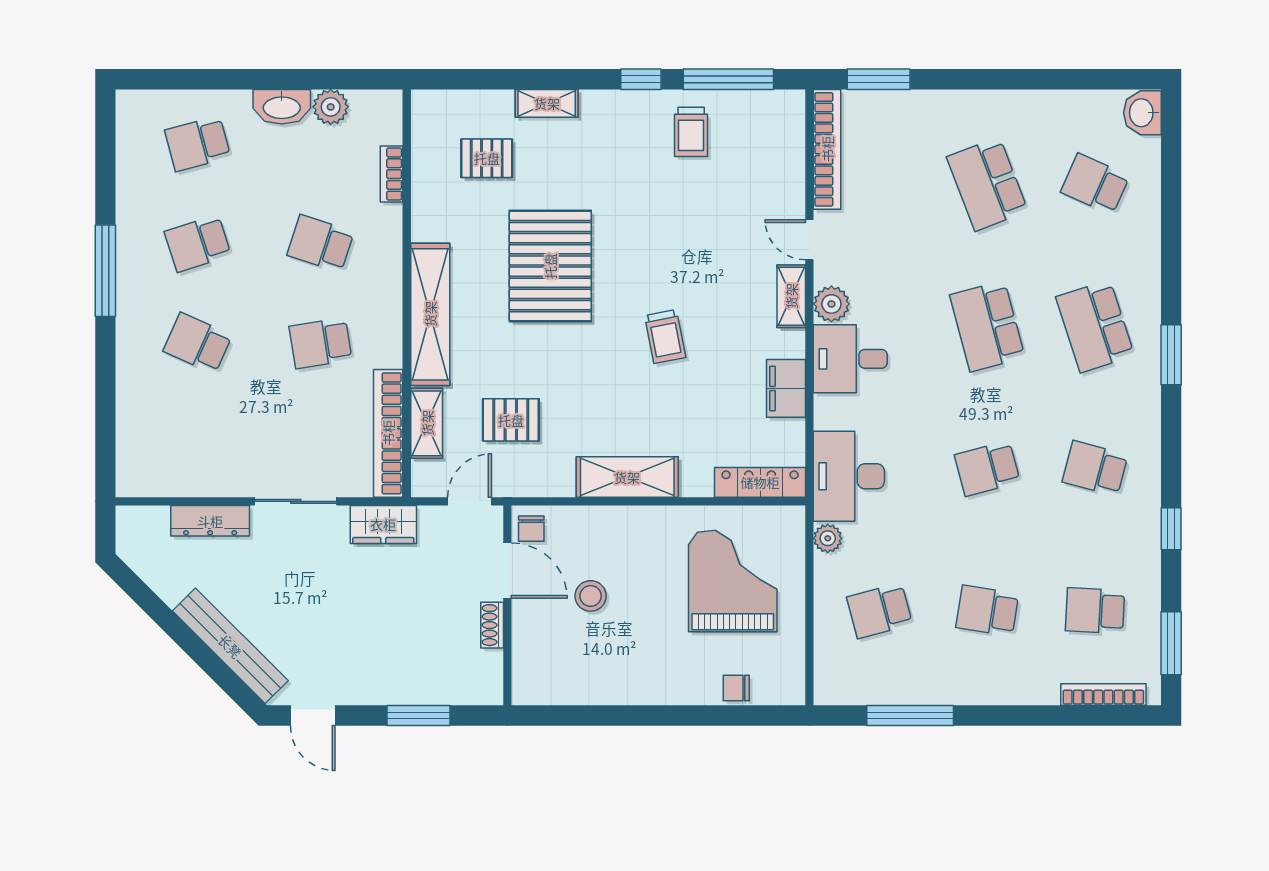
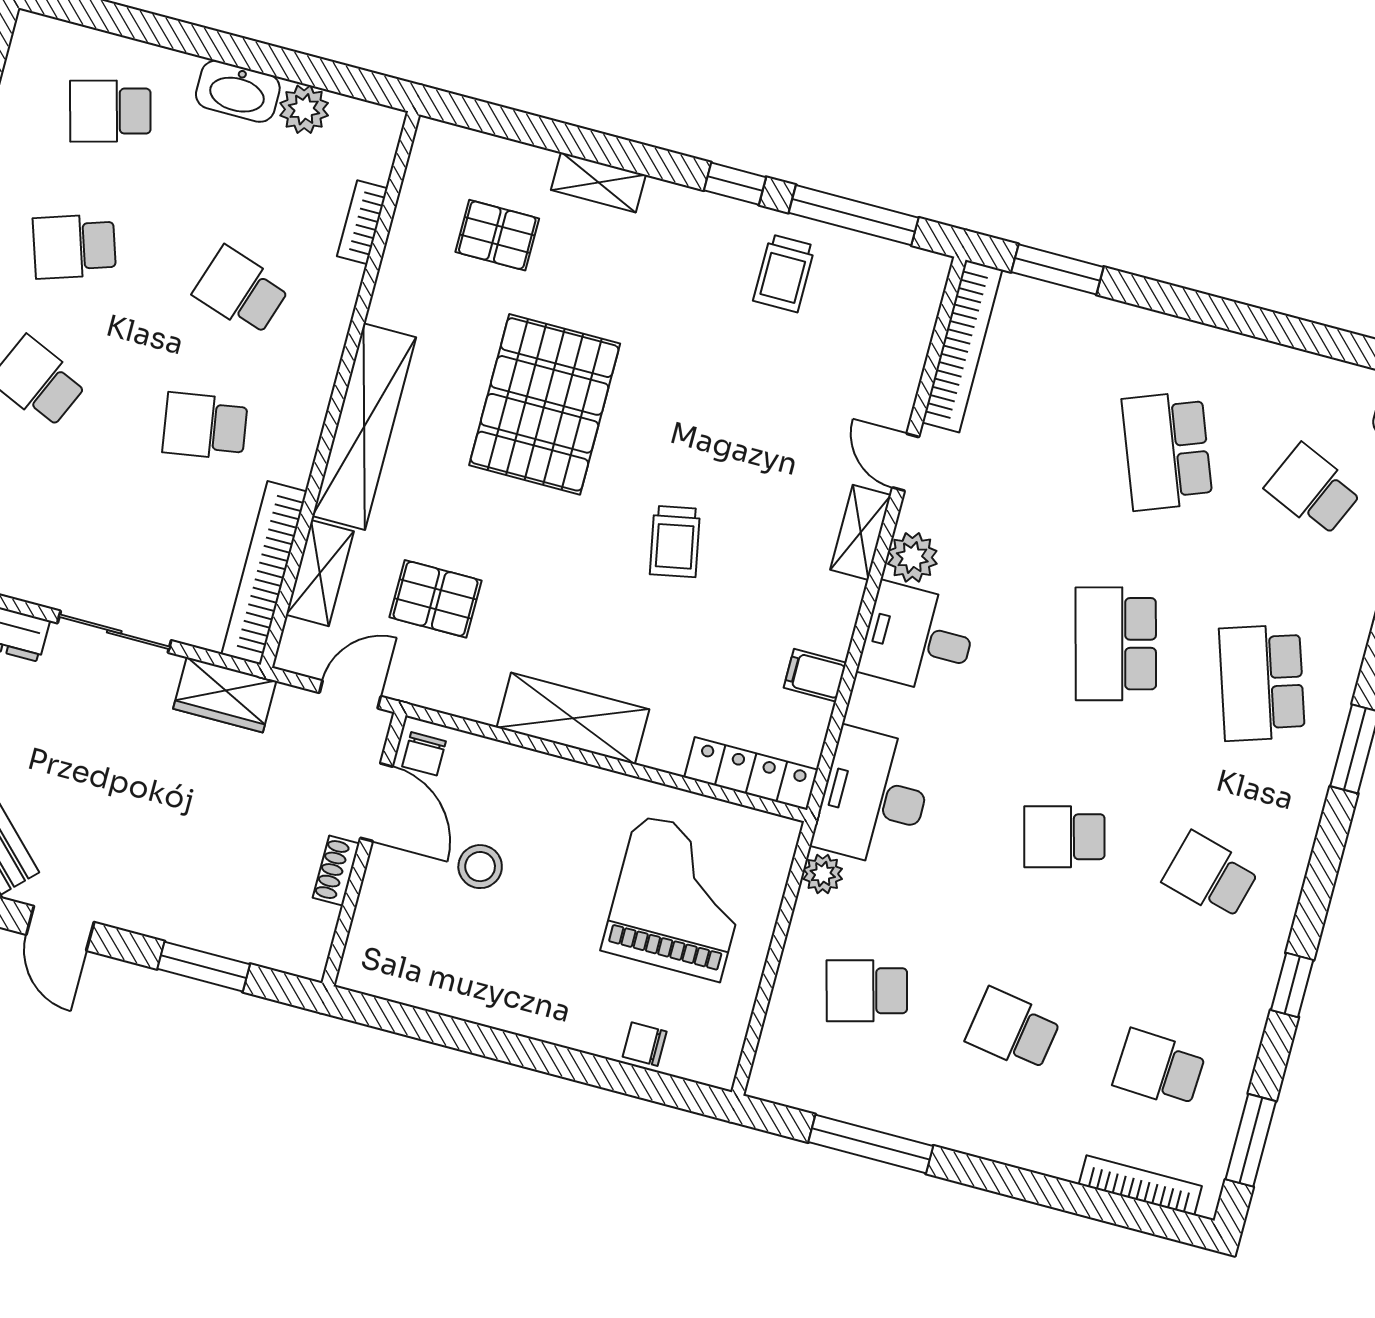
filing cabinet: (786, 388) -> (815, 675), width x0.50

